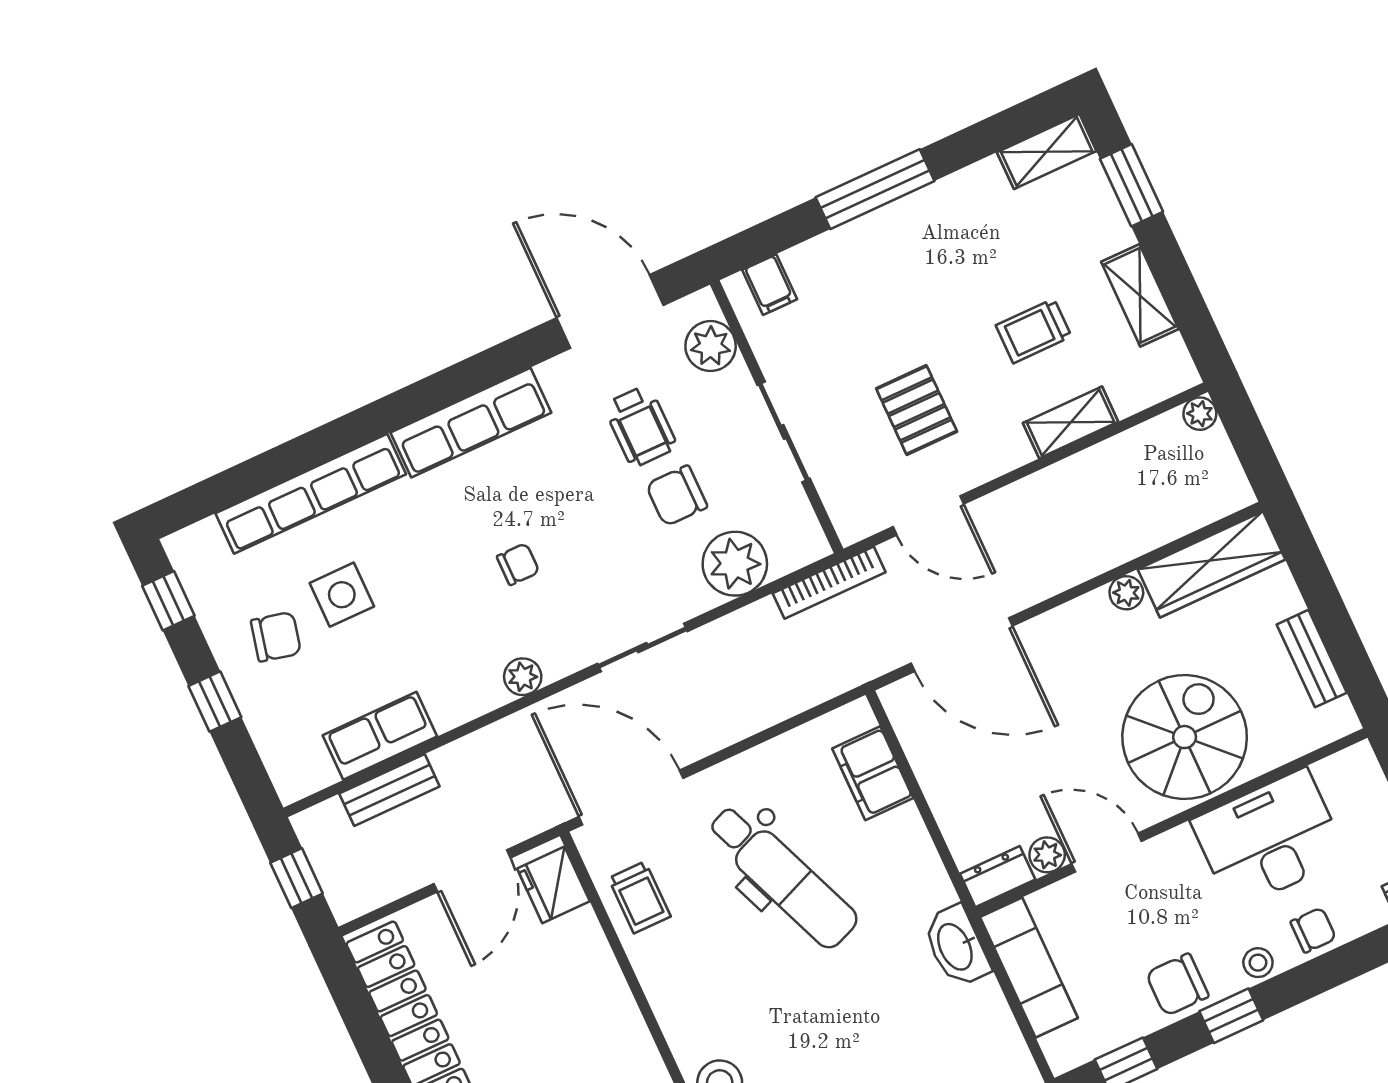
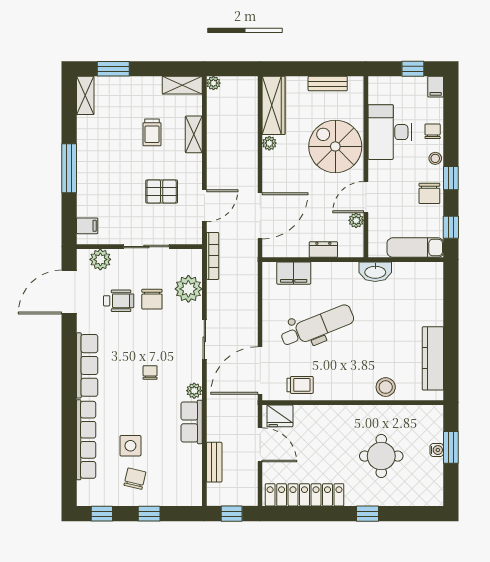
shelving: (1140, 295) -> (182, 85), moved
row of seats: (380, 736) -> (192, 422), moved
dresser: (998, 877) -> (323, 250), moved, turned 90
exam couch: (1029, 967) -> (415, 248), moved

